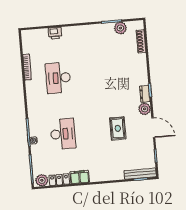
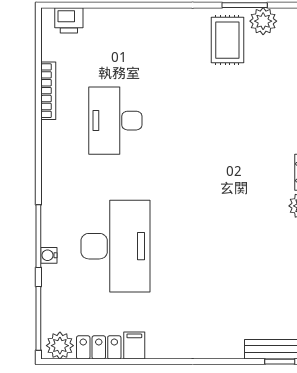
printer: (55, 33) -> (69, 20), moved
rug: (118, 128) -> (227, 40), moved
desk: (63, 134) -> (115, 246), width x1.36, depth x1.30
filing cabinet: (80, 177) -> (134, 345), width x0.50

